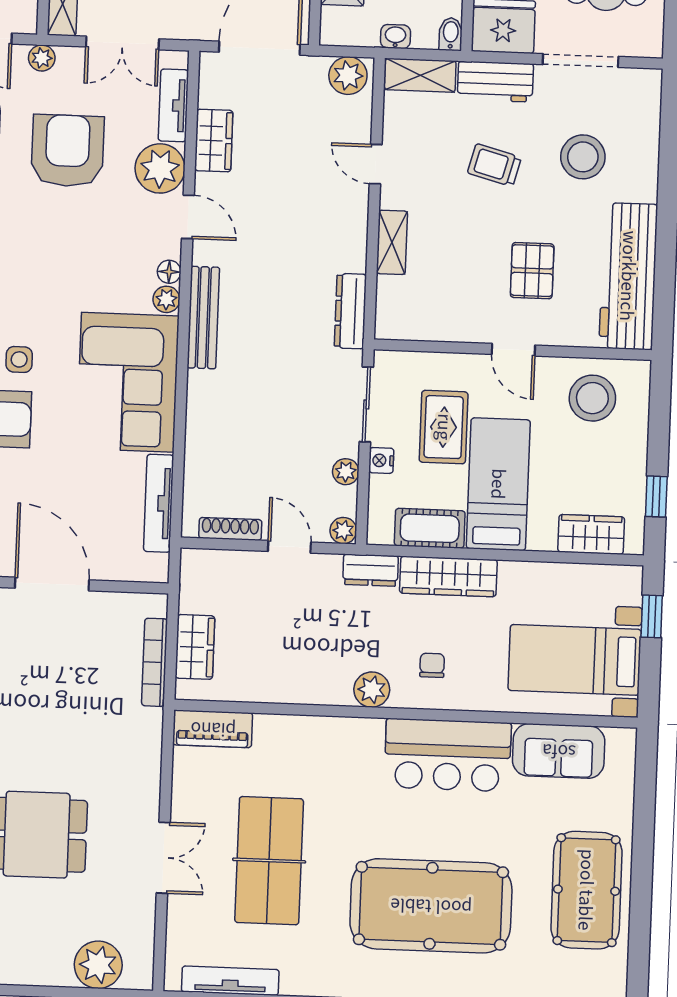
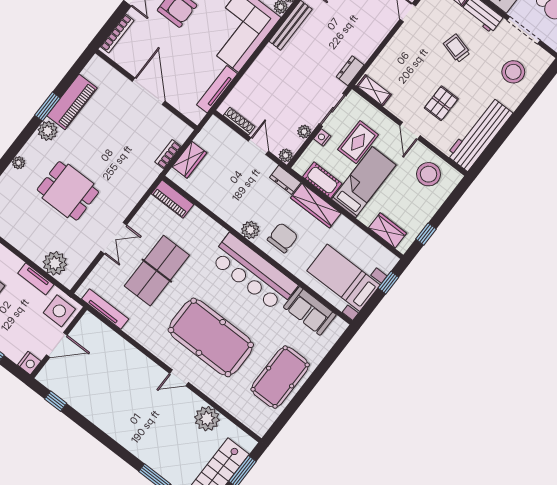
stool: (583, 157) -> (513, 72), moved
shelving: (392, 242) -> (374, 90), moved, turned 90
dresser: (350, 311) -> (350, 71), width x0.70
bookcase: (155, 662) -> (168, 154), width x0.64
chair: (432, 665) -> (283, 238), width x1.87, depth x1.87
bar counter: (448, 755) -> (253, 273), width x1.36

